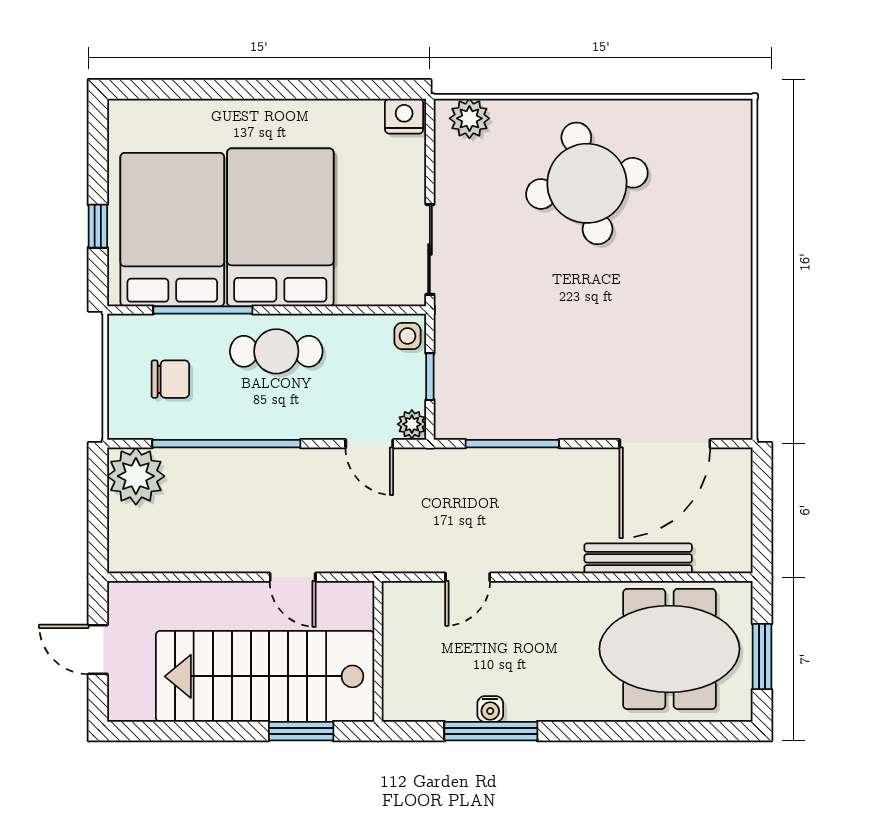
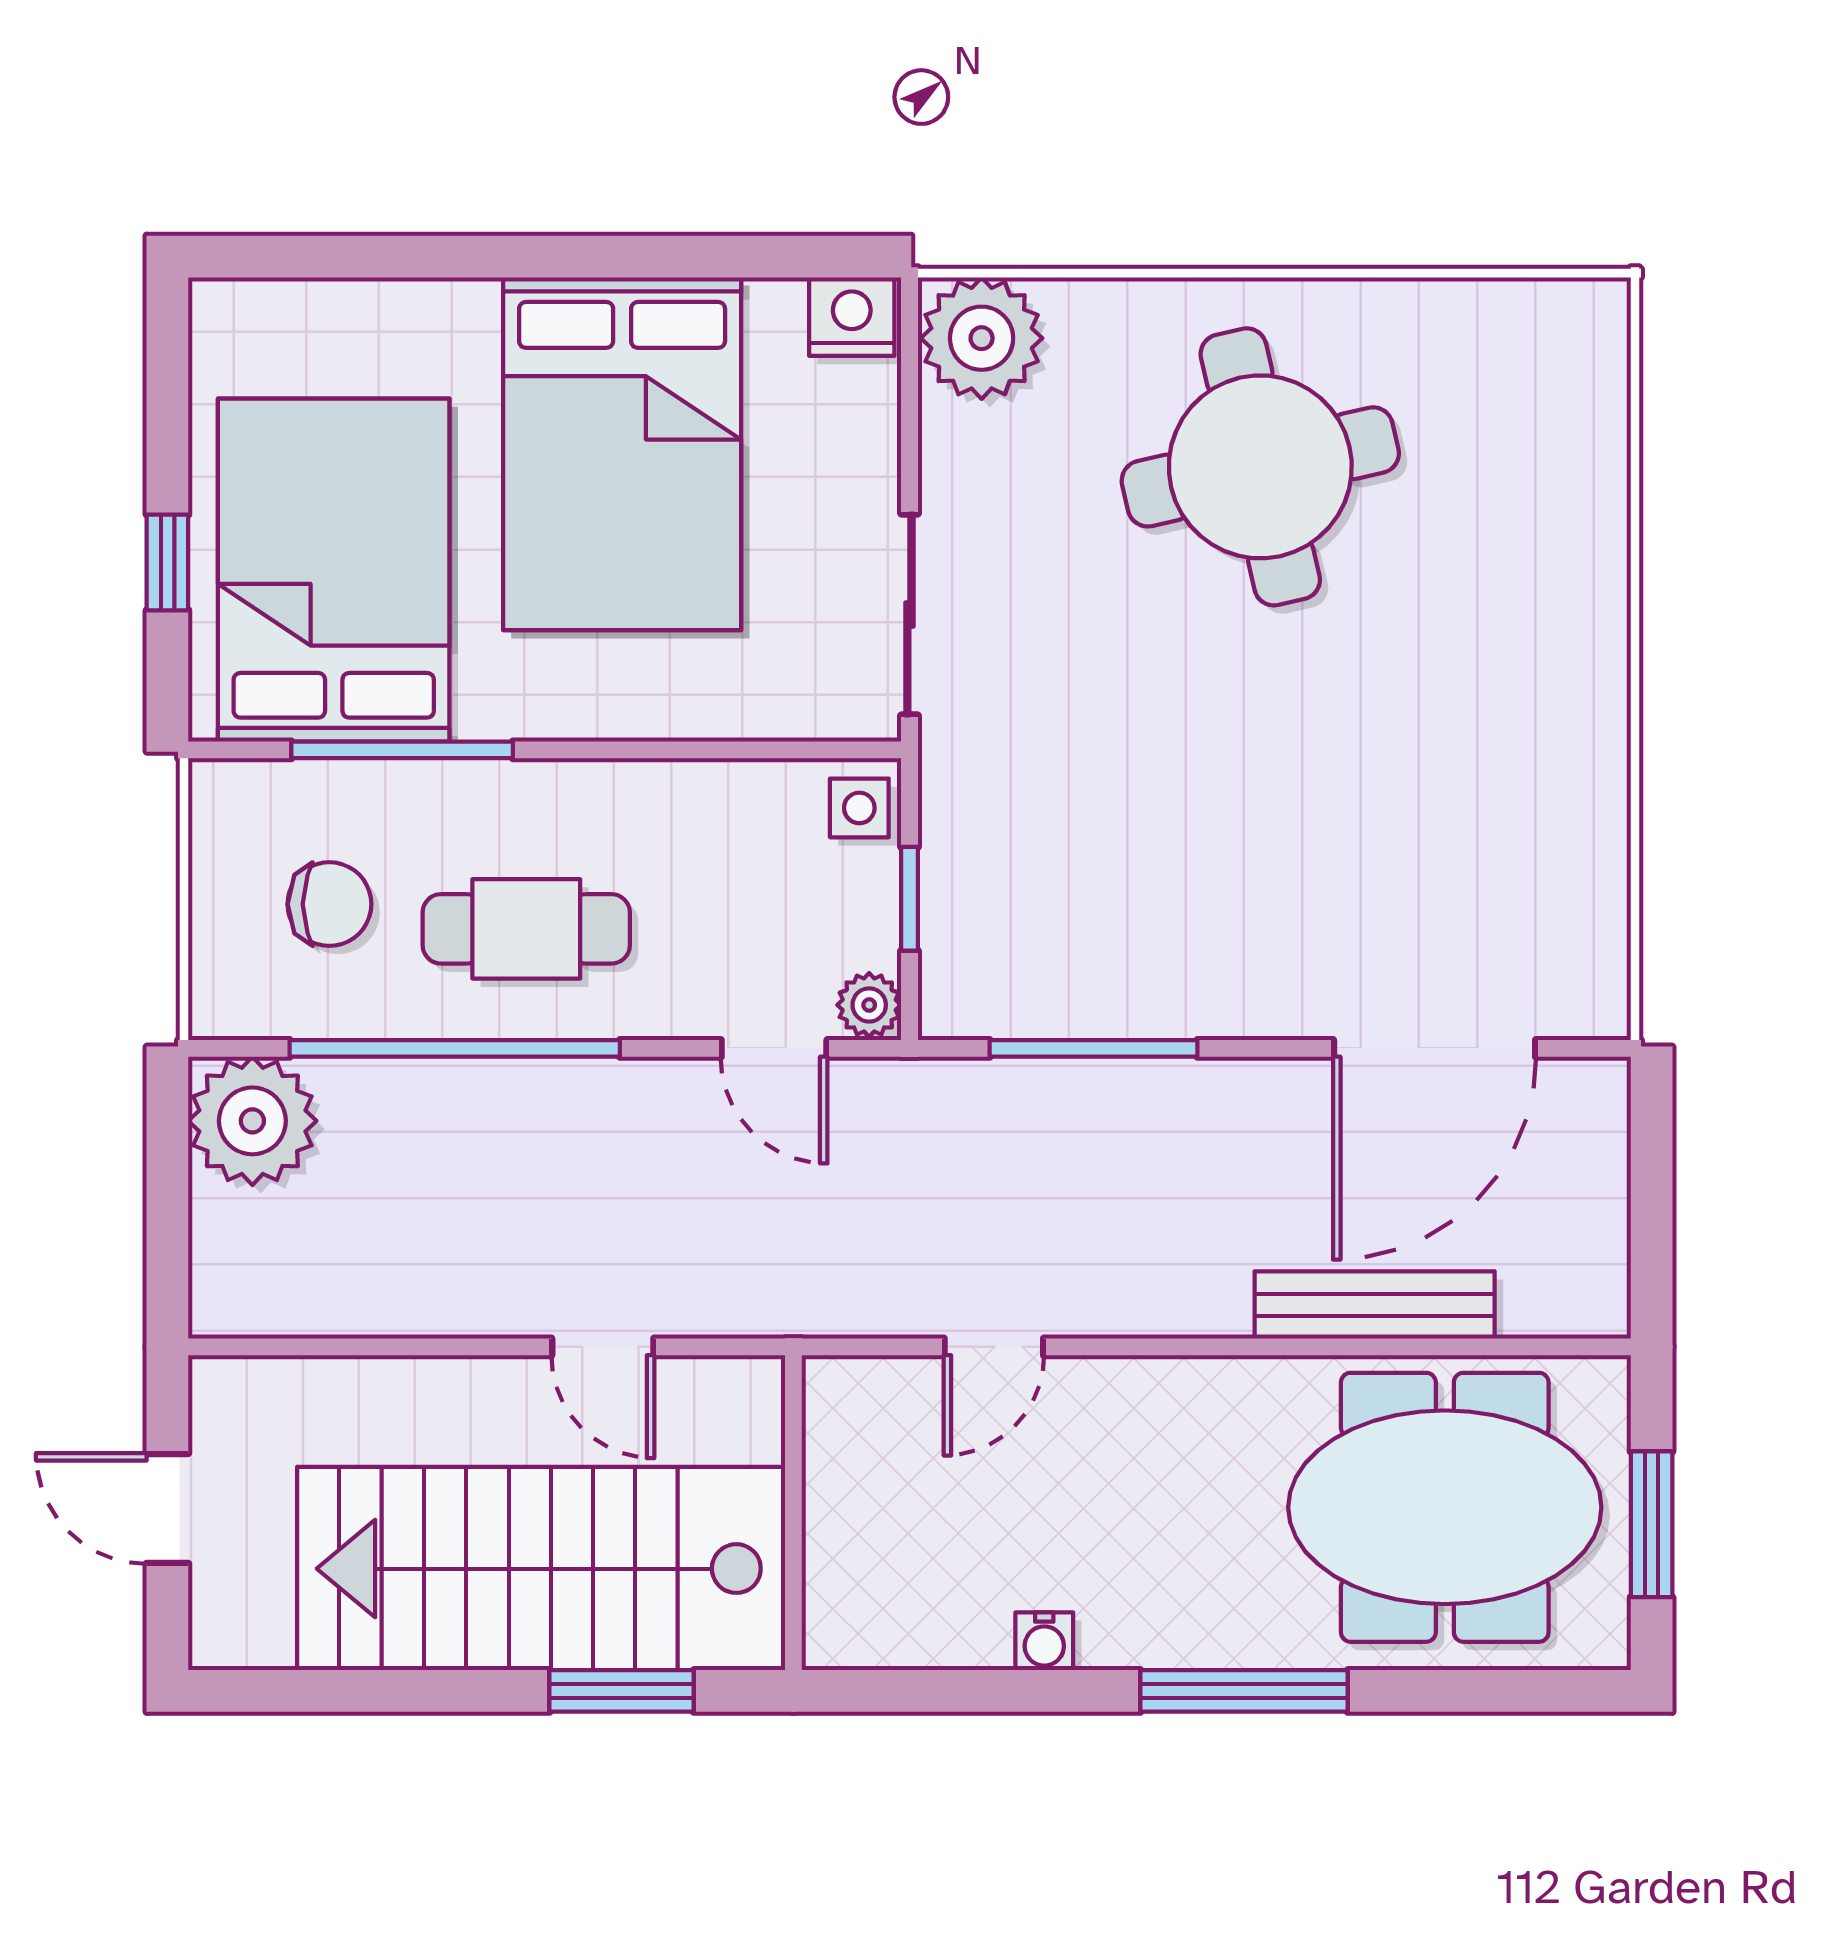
plant: (469, 118) -> (982, 338), width x1.36, depth x1.36
bed: (280, 227) -> (622, 454), moved, turned 180
cafe table: (276, 351) -> (526, 929), moved
window: (491, 731) -> (1244, 1691), moved

